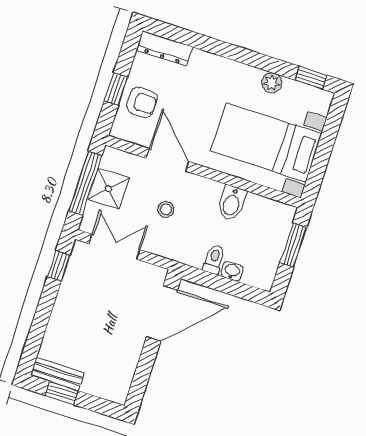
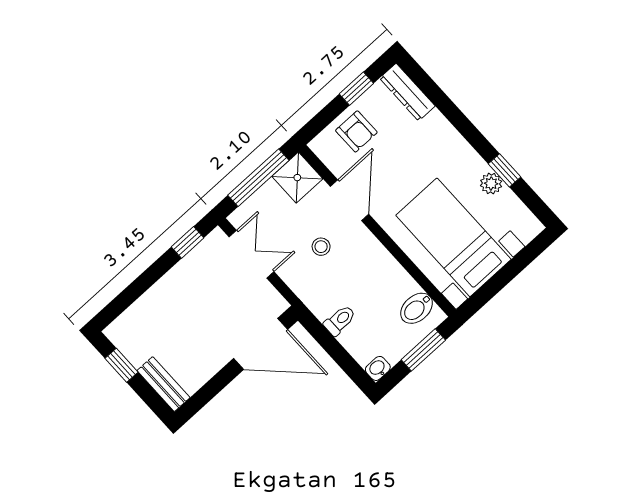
window: (311, 78) -> (504, 170), moved
window: (116, 89) -> (356, 89), moved
shower: (108, 189) -> (297, 178), moved
bidet: (232, 203) -> (417, 308), moved
washbasin: (232, 271) -> (378, 368), moved, turned -90
bench: (57, 374) -> (163, 384), moved

